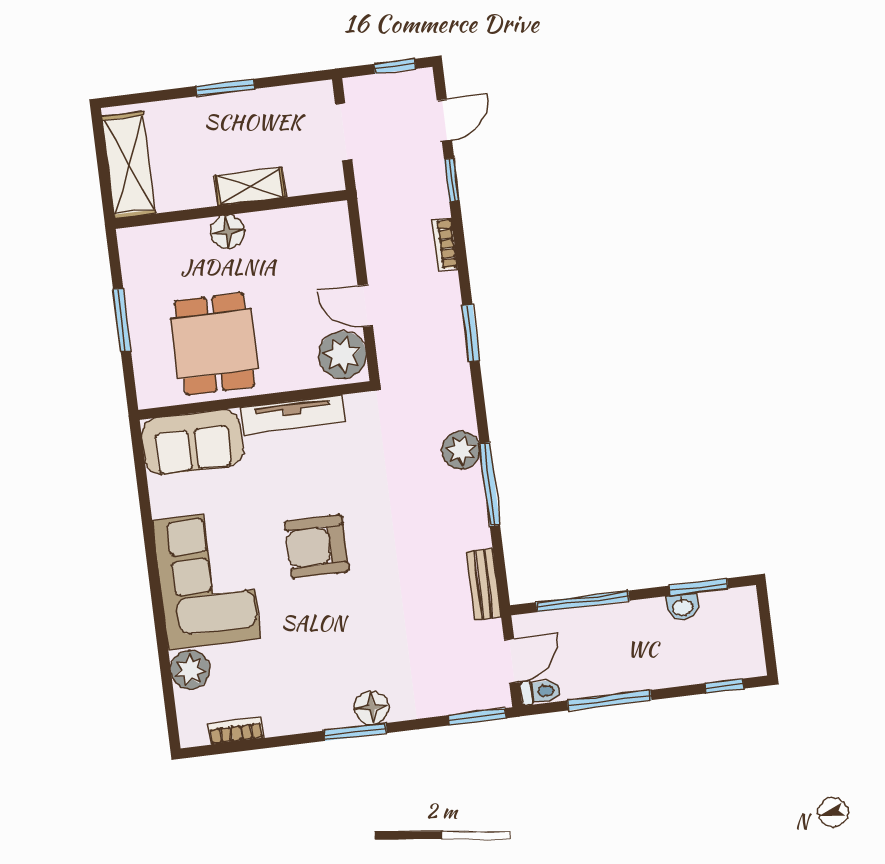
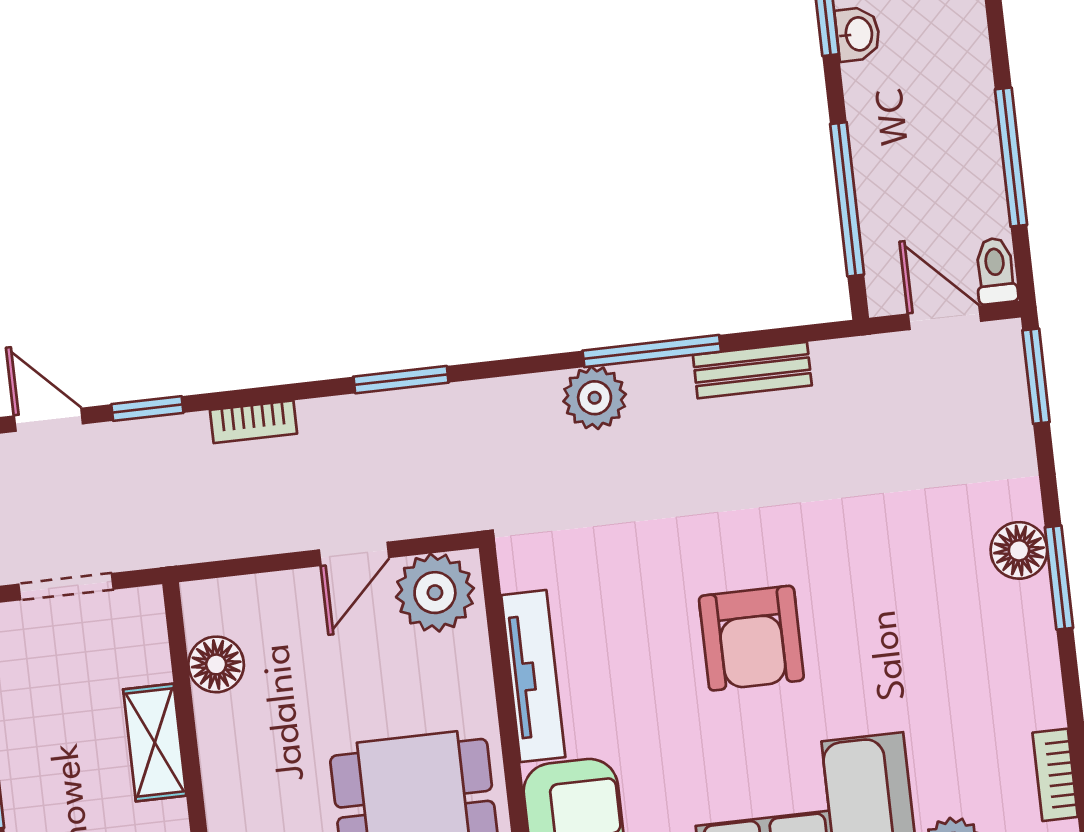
floor lamp: (228, 232) -> (216, 664), moved
bench: (484, 584) -> (752, 370), moved

